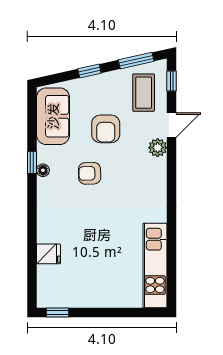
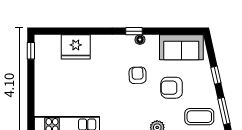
window: (32, 162) -> (134, 31), moved
fridge: (48, 254) -> (76, 47), width x1.88, depth x1.34

